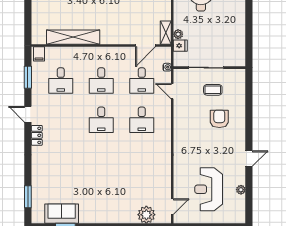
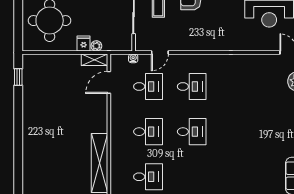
door: (145, 45) -> (109, 82), swing flipped
fridge: (180, 46) -> (84, 44), moved

